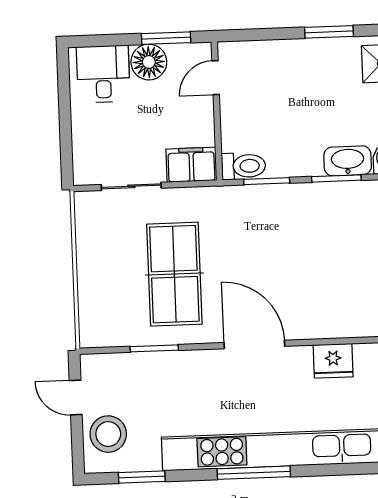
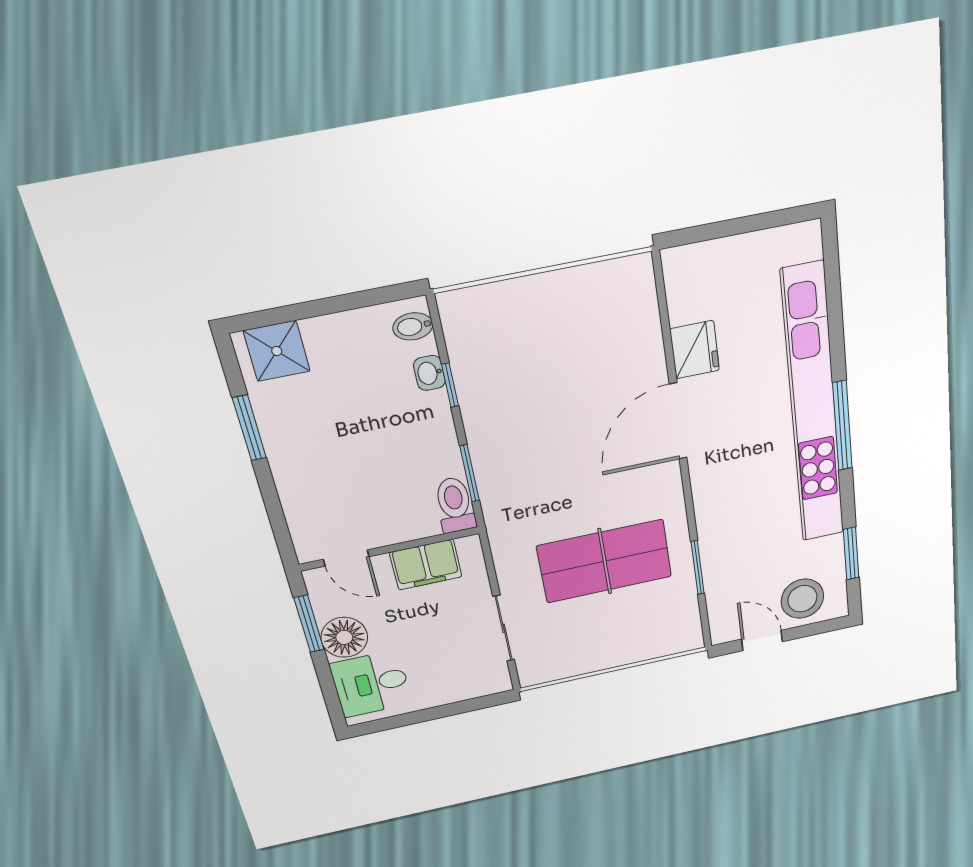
washbasin: (348, 161) -> (429, 373), width x0.52, depth x0.69
filing cabinet: (191, 165) -> (426, 565), moved, turned -90
window: (336, 178) -> (450, 385), width x0.67
door: (254, 344) -> (678, 421), moved
door: (76, 398) -> (762, 640), swing flipped

